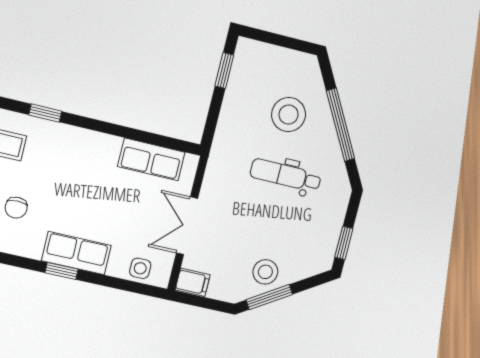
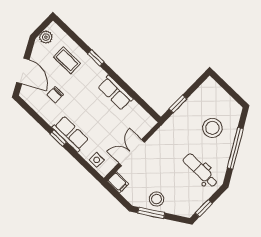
window: (224, 71) -> (178, 104), moved
row of seats: (151, 159) -> (115, 93), moved
dental chair: (286, 175) -> (200, 170), moved

